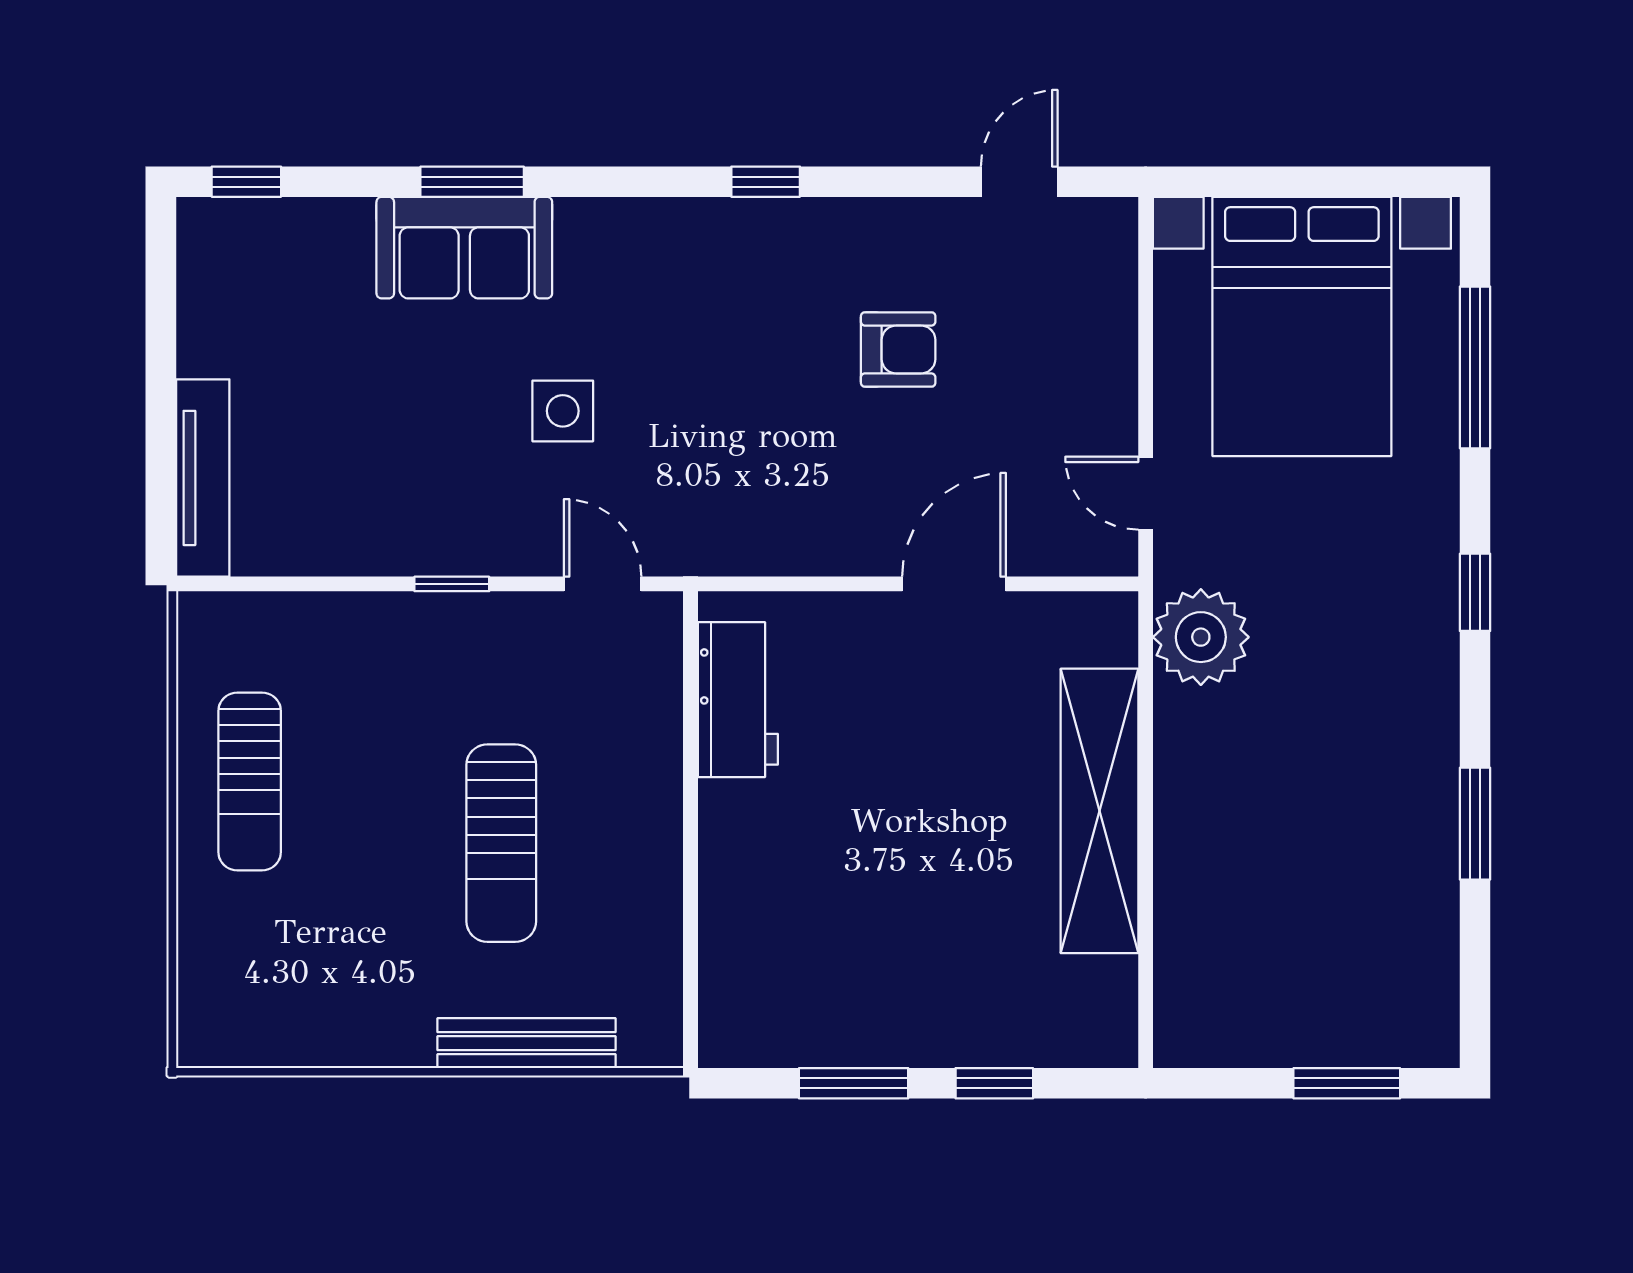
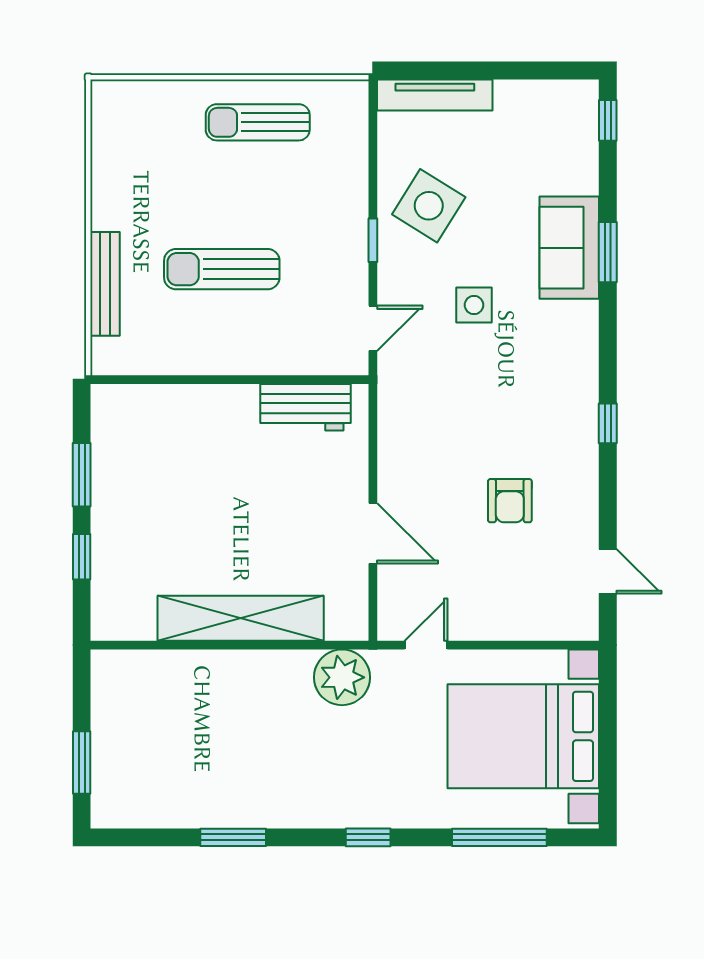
side table: (393, 488) -> (429, 206), added

